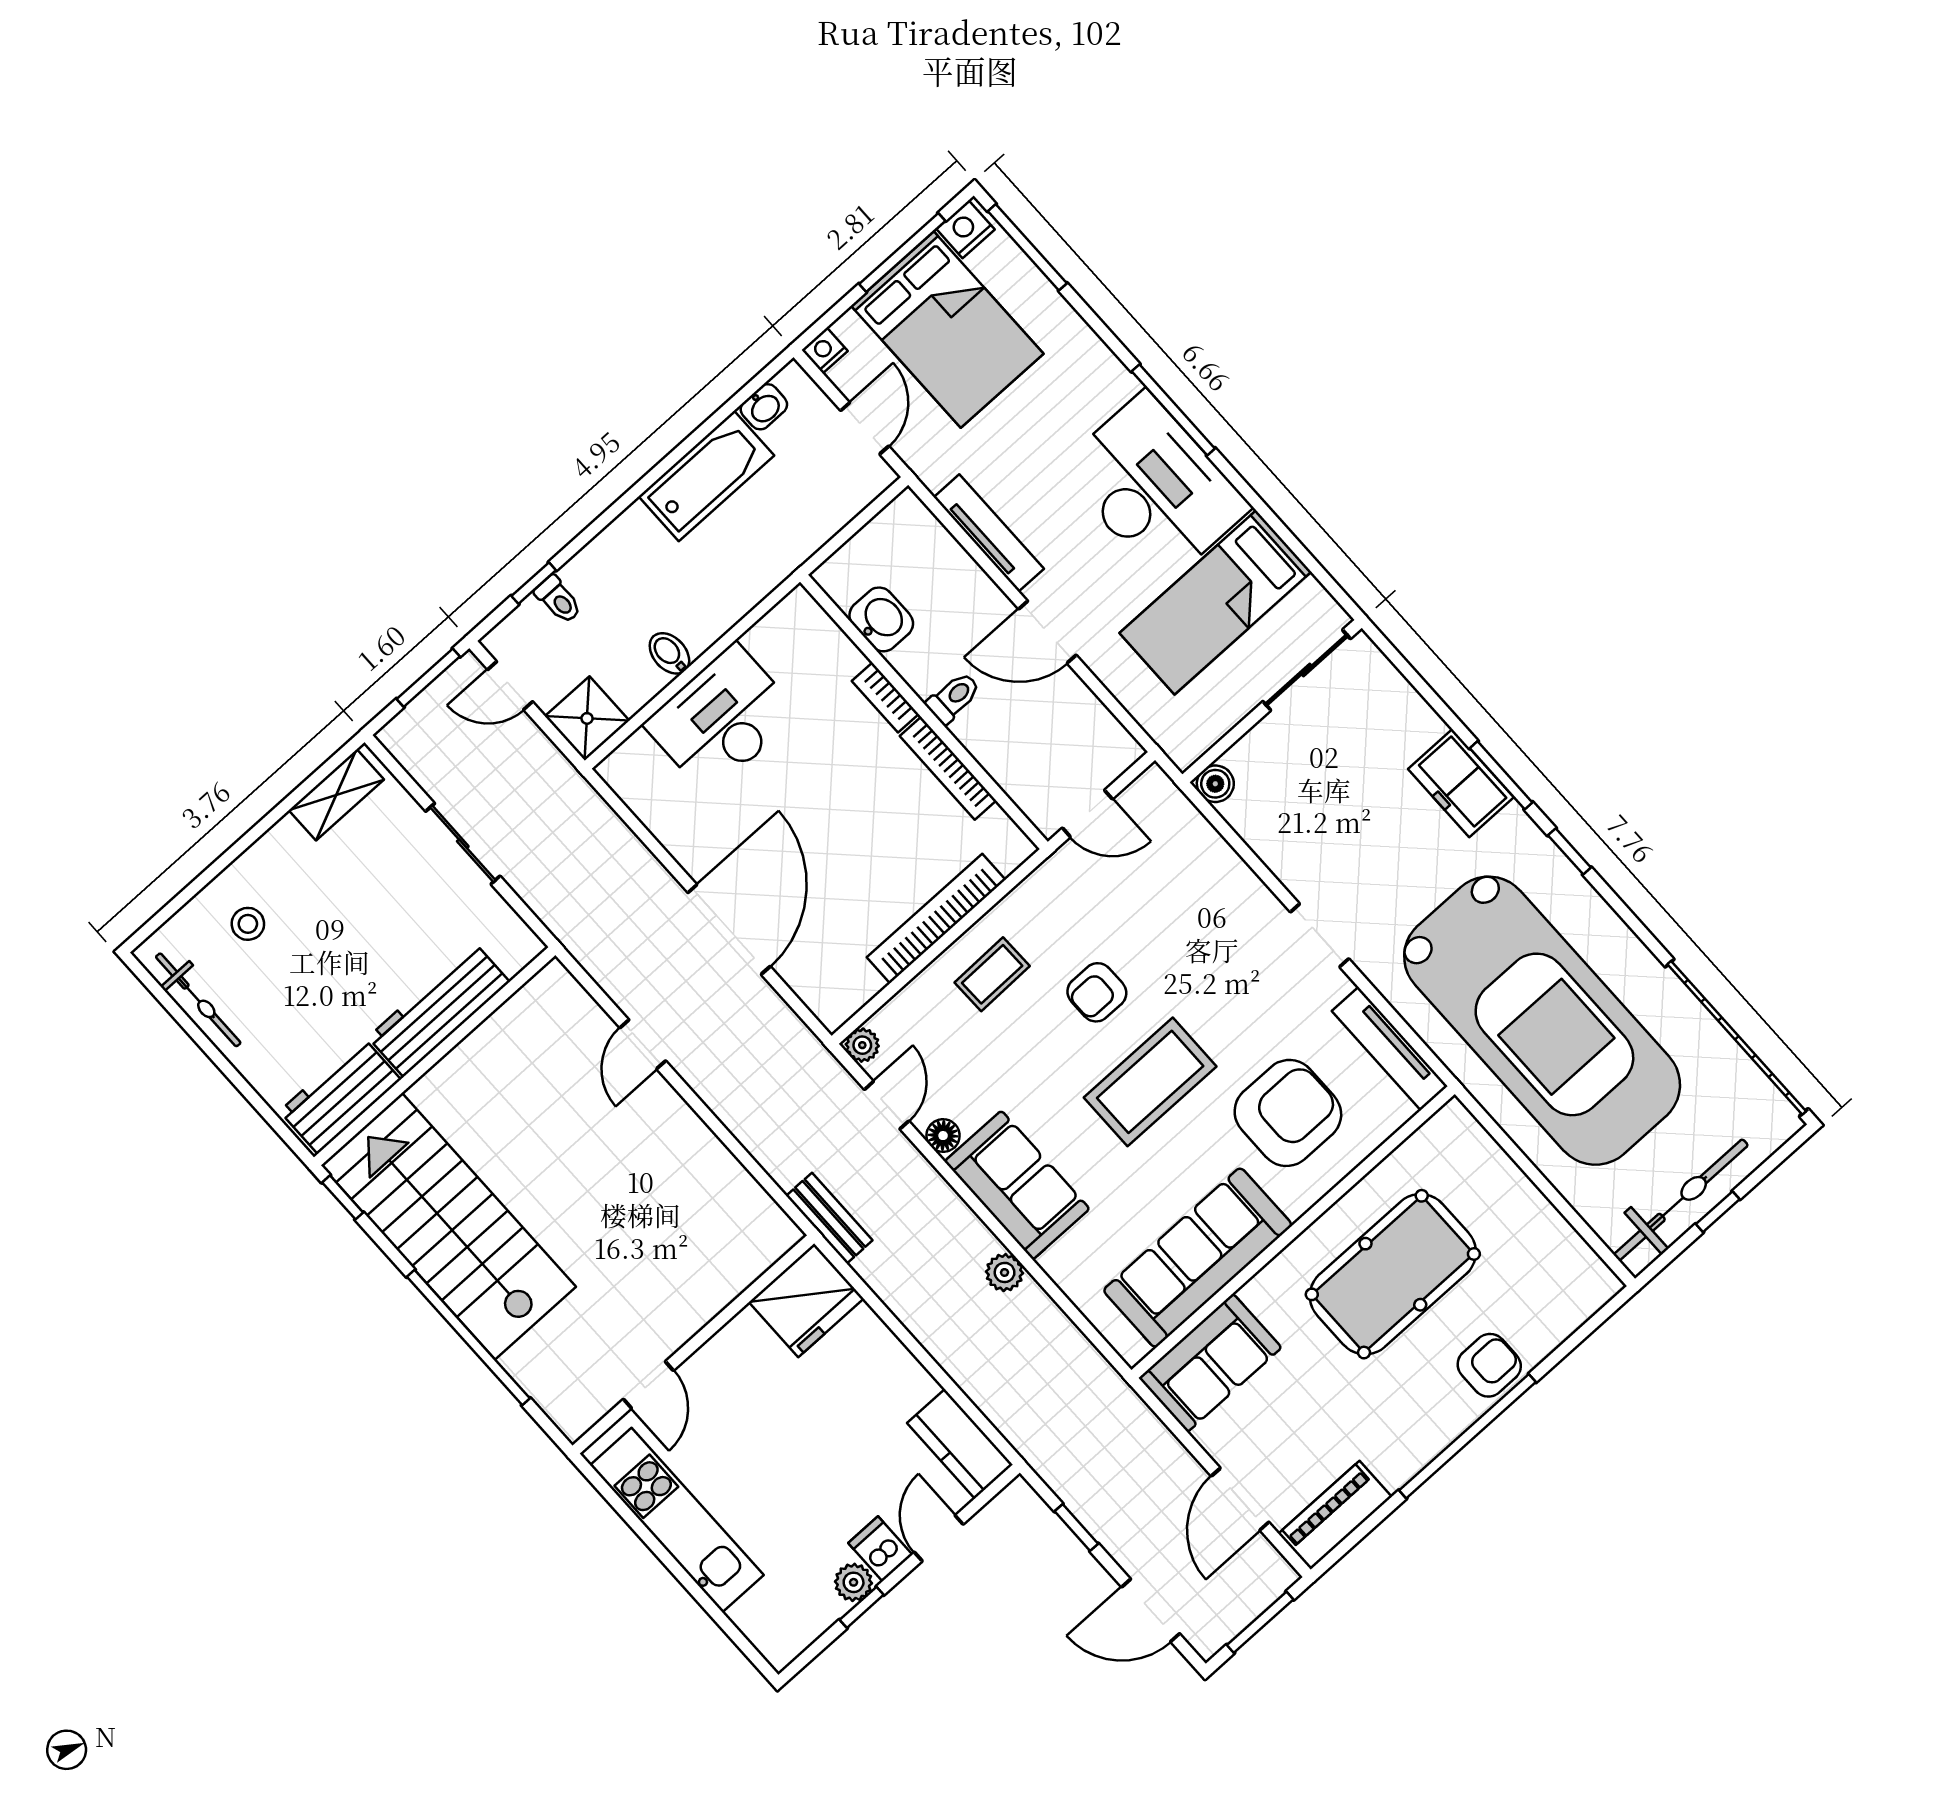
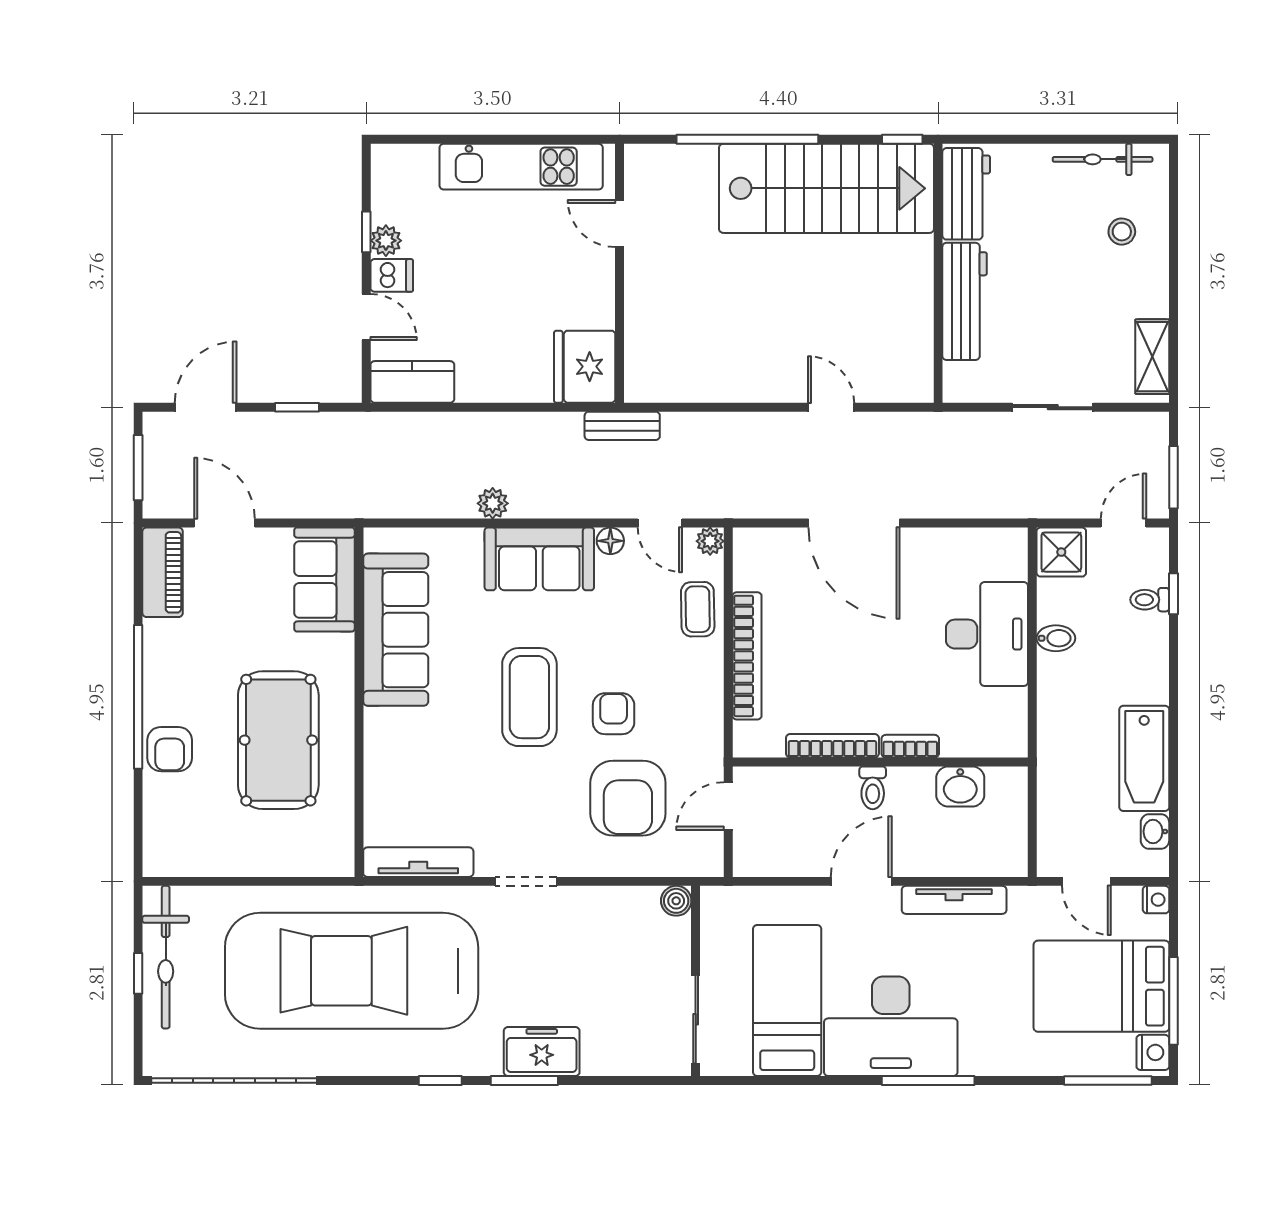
coffee table: (992, 974) -> (698, 609), moved
armchair: (1288, 1113) -> (628, 798), moved

